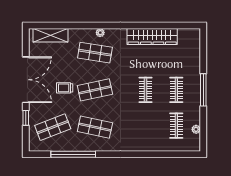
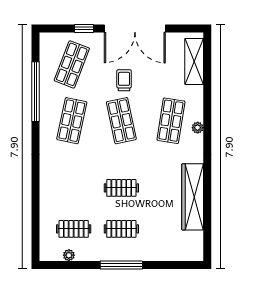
shop shelf: (53, 127) -> (72, 64), turned 42

